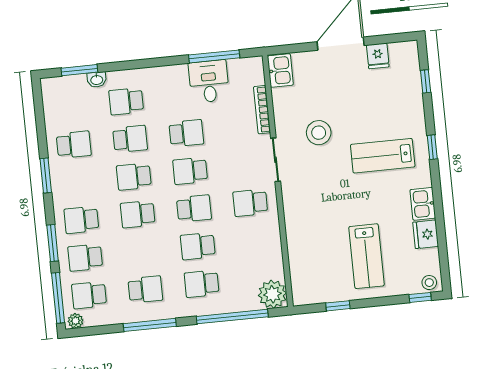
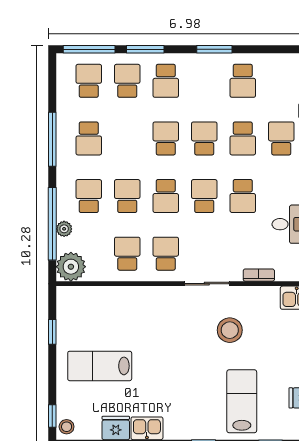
bookcase: (262, 110) -> (259, 275), width x0.64
lab bench: (383, 156) -> (242, 401), moved
school desk: (81, 220) -> (166, 81), turned 180
school desk: (254, 240) -> (127, 254), added
plant: (76, 321) -> (64, 229), moved

